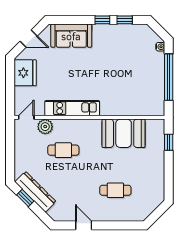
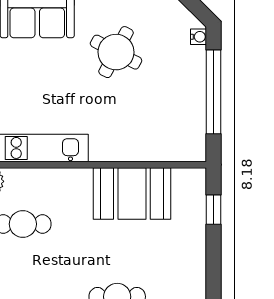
round table: (115, 55) -> (116, 52), added

